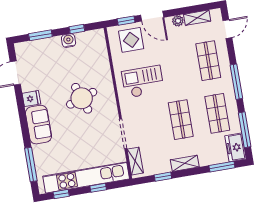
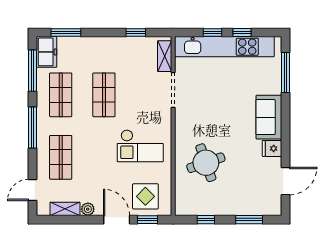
water cooler: (69, 41) -> (218, 208), removed
round table: (82, 98) -> (206, 163), moved
shelving: (185, 163) -> (108, 44), removed
window: (61, 194) -> (242, 33), moved

